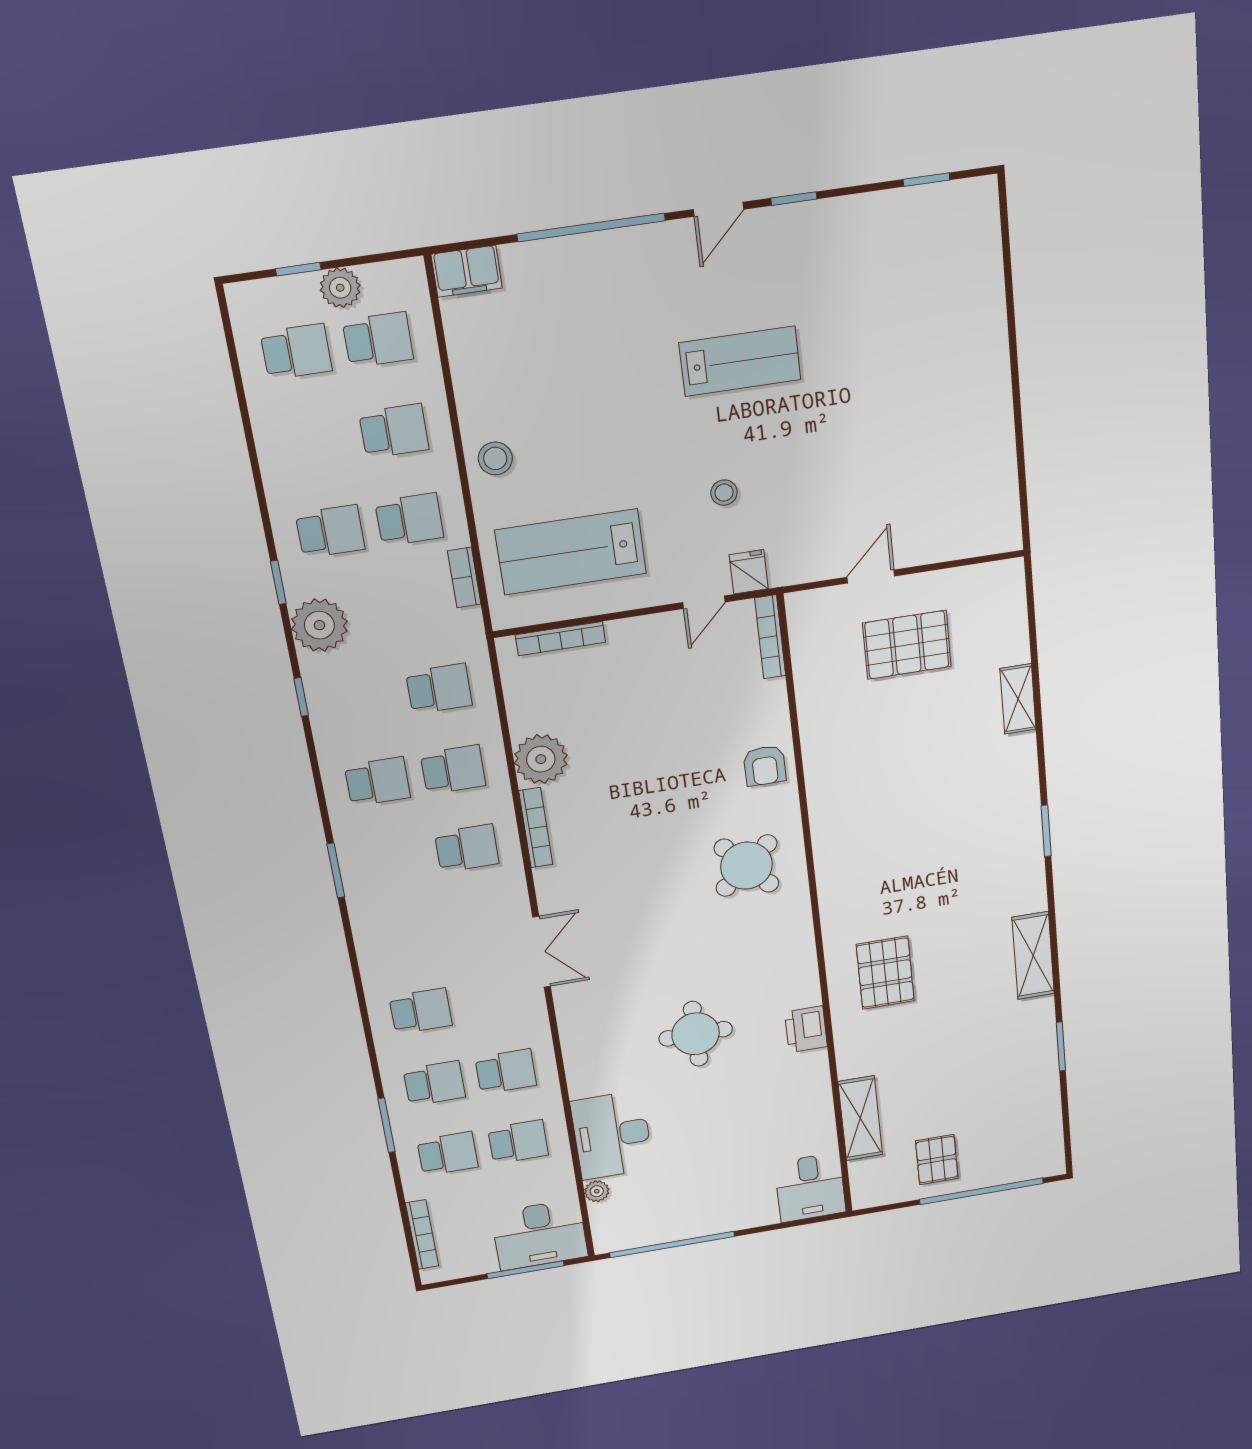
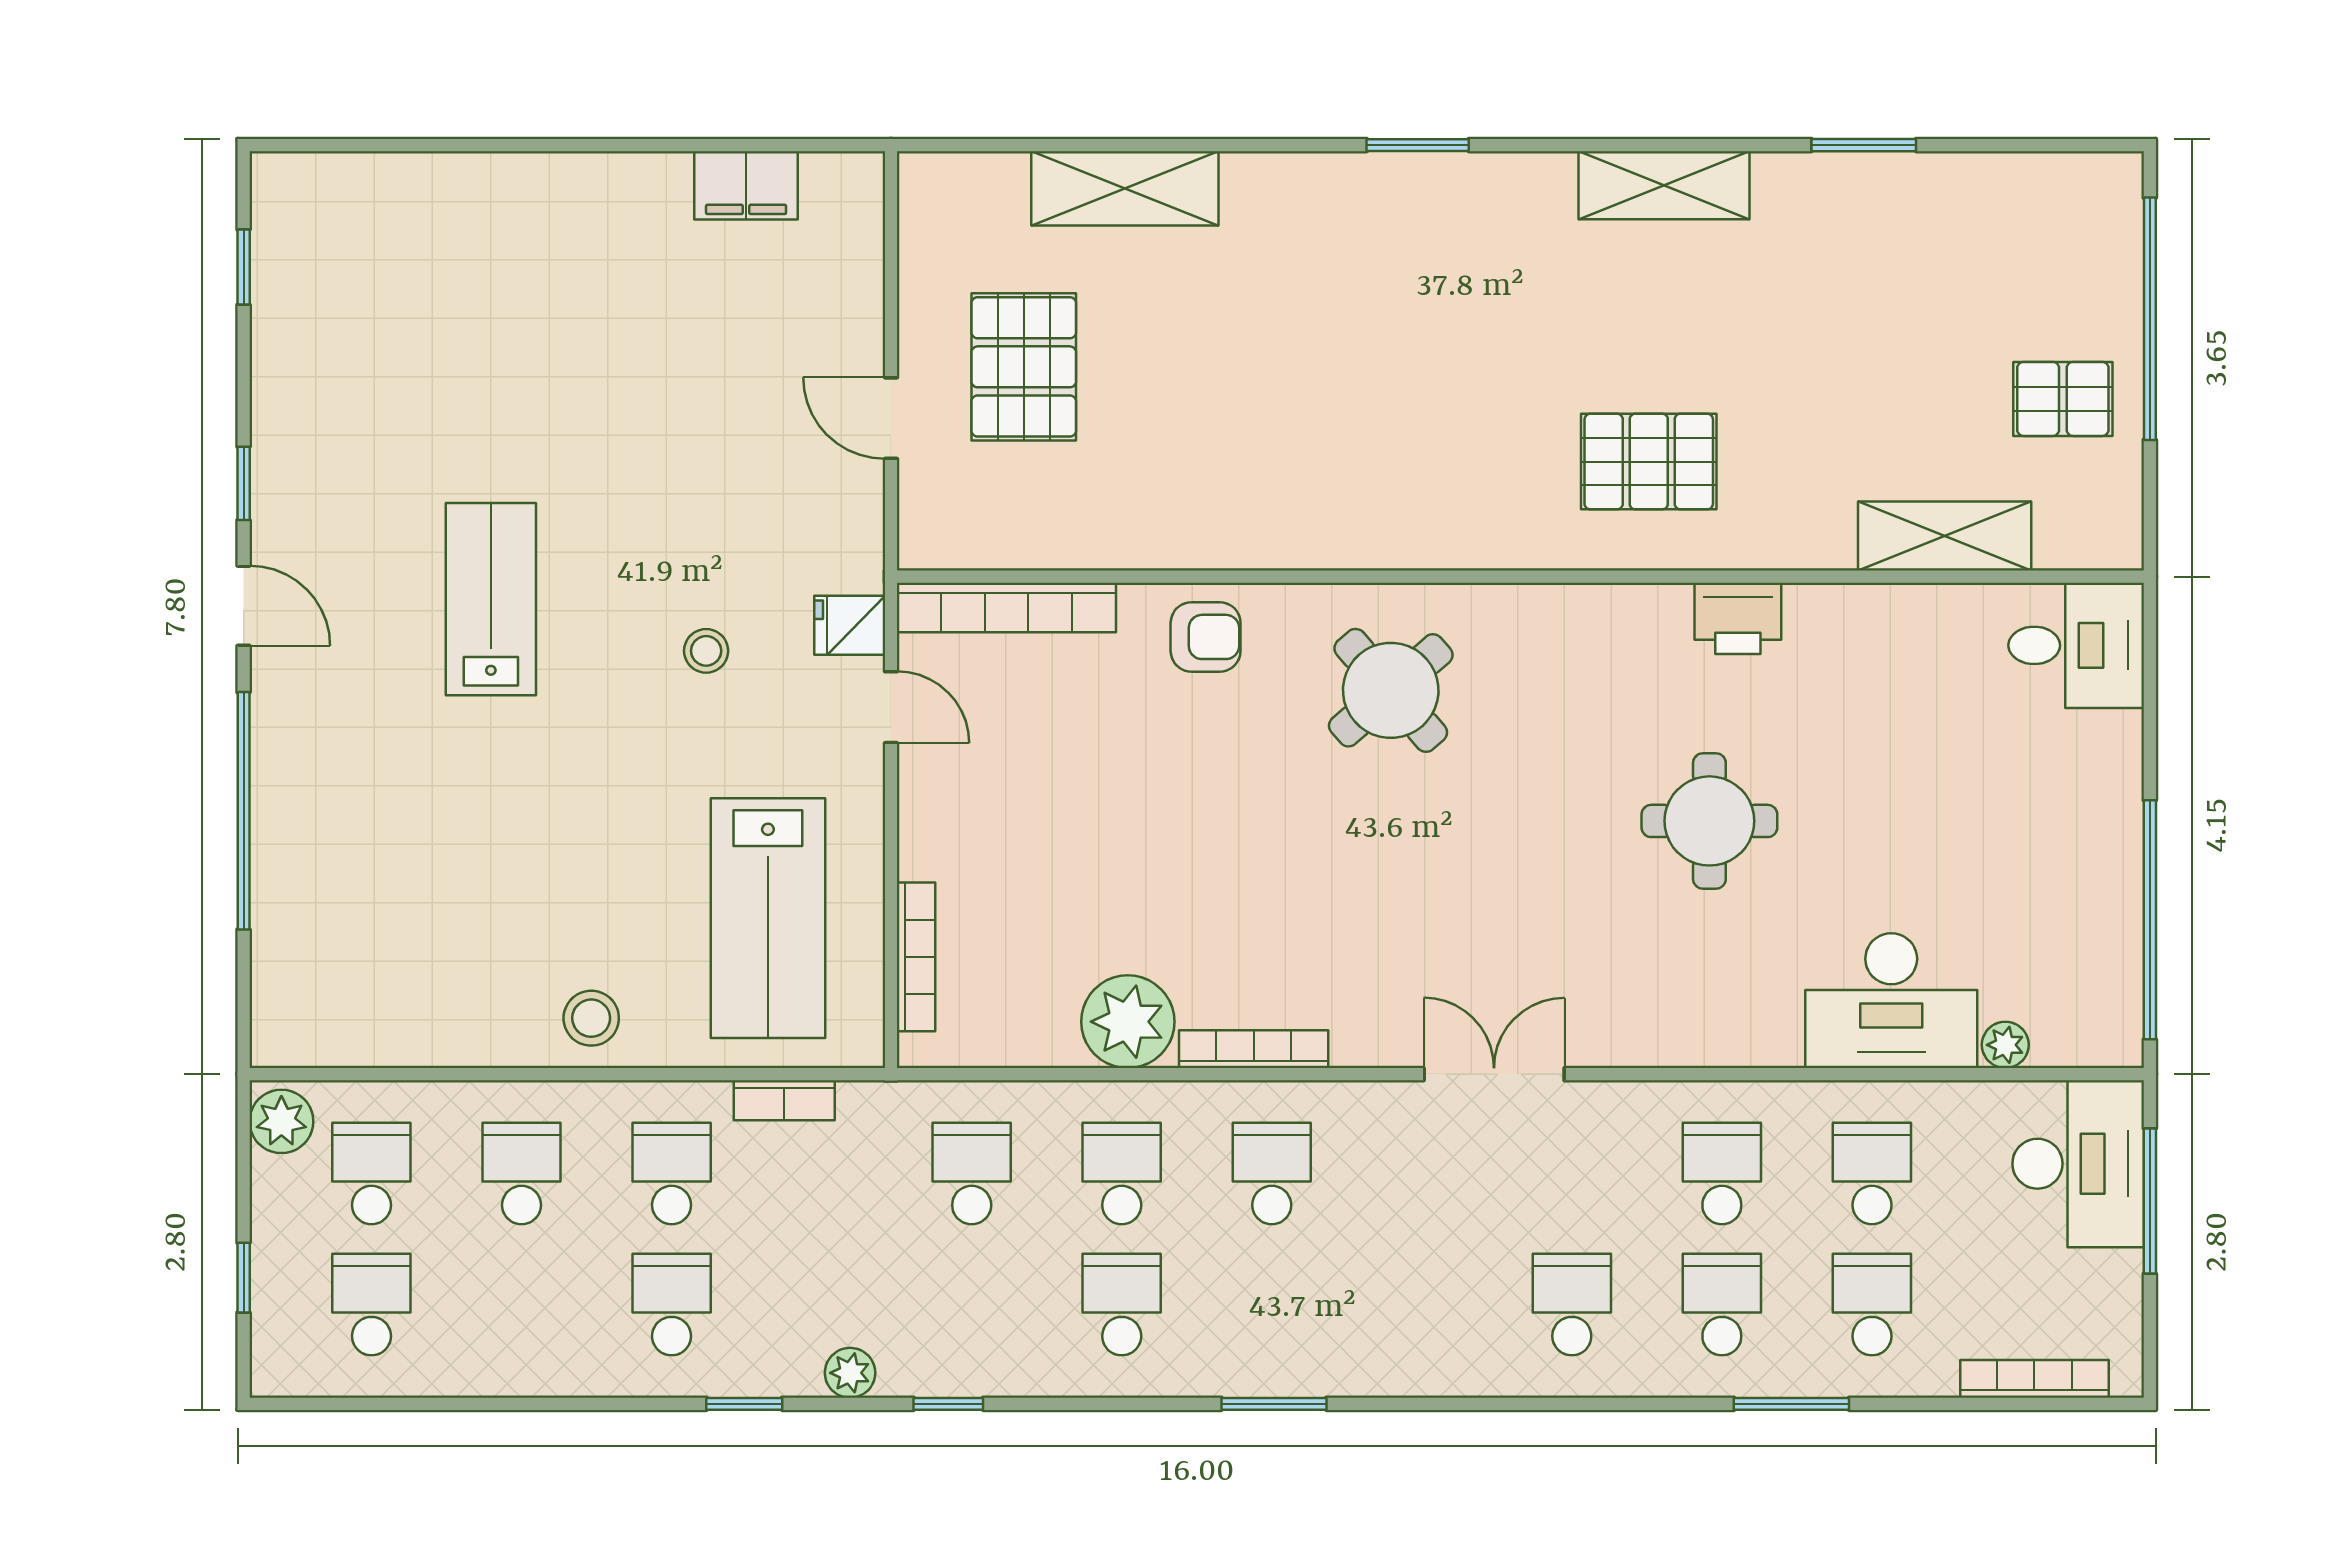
filing cabinet: (467, 271) -> (746, 185), moved, turned 90
plant: (340, 288) -> (281, 1121), moved
plant: (319, 625) -> (850, 1373), width x0.53, depth x0.53
bookcase: (770, 637) -> (1006, 607), width x1.48, depth x1.31
shelving: (1018, 699) -> (1125, 188), width x1.50, depth x1.33

